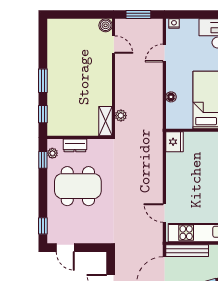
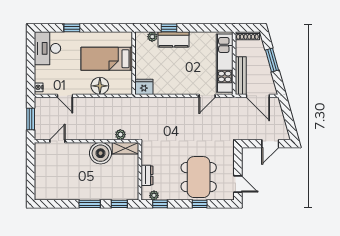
boiler: (106, 25) -> (101, 153), moved, width x1.86, depth x1.86
floor lamp: (171, 97) -> (100, 86), width x1.89, depth x1.89
dining table: (78, 186) -> (199, 177), moved
window: (43, 226) -> (200, 204), moved
door: (65, 248) -> (238, 184), hinge flipped

